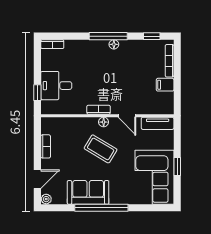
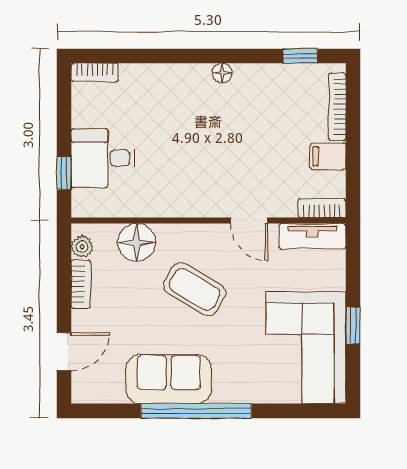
window: (108, 36) -> (211, 56), removed
bookcase: (99, 110) -> (322, 208), moved
floor lamp: (104, 122) -> (137, 242), moved, width x1.89, depth x1.89
plant: (46, 199) -> (82, 247), moved

